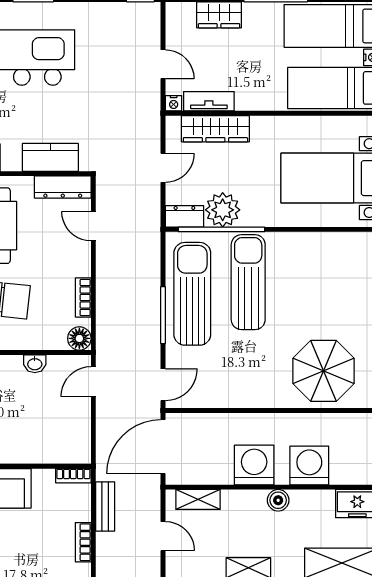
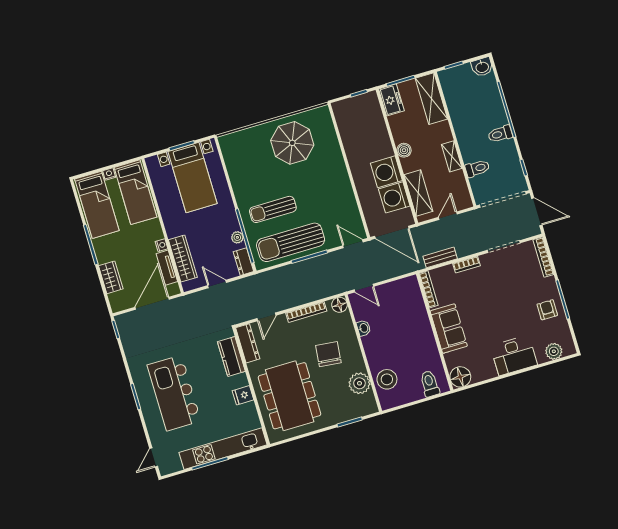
door: (163, 64) -> (152, 303), width x1.87
nightstand: (174, 103) -> (162, 245), moved
plant: (223, 210) -> (237, 237), width x0.53, depth x0.53
sun lounger: (248, 282) -> (273, 209), width x0.73, depth x0.75
bookcase: (83, 297) -> (306, 312), width x1.56
parasol: (323, 371) -> (292, 143), moved
washing machine: (309, 465) -> (394, 197), moved
bookcase: (73, 476) -> (428, 289), width x1.56
shelving: (198, 499) -> (418, 193), width x1.50, depth x1.33

